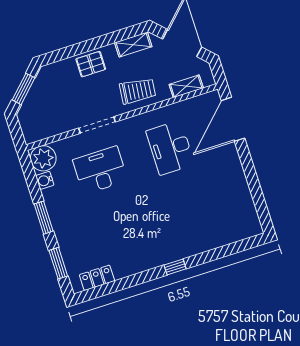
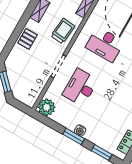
water cooler: (45, 180) -> (80, 131), moved

